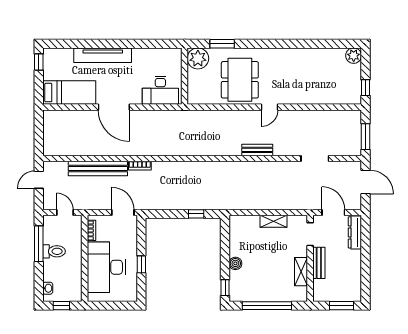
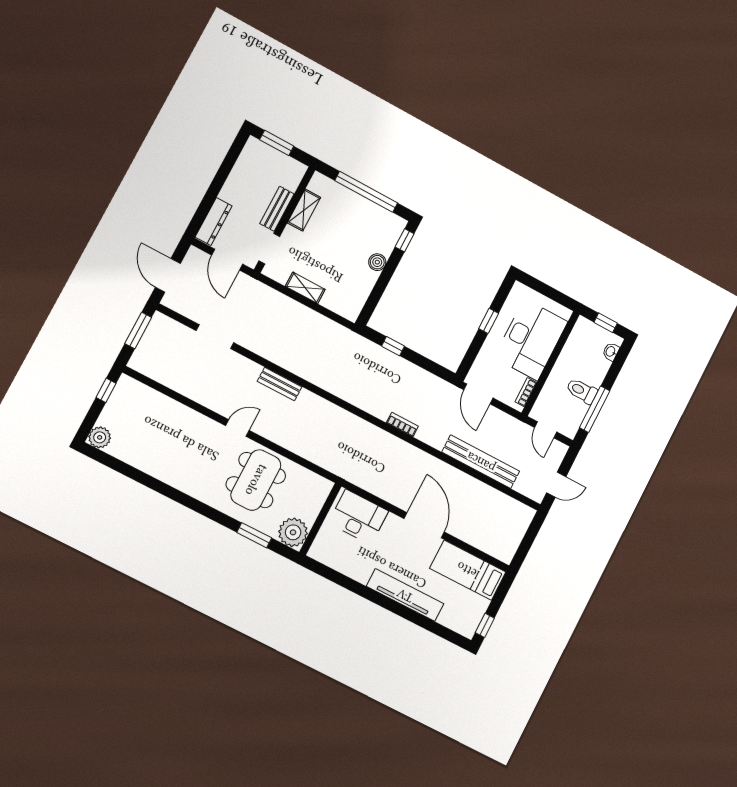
bookcase: (140, 166) -> (402, 425), moved

